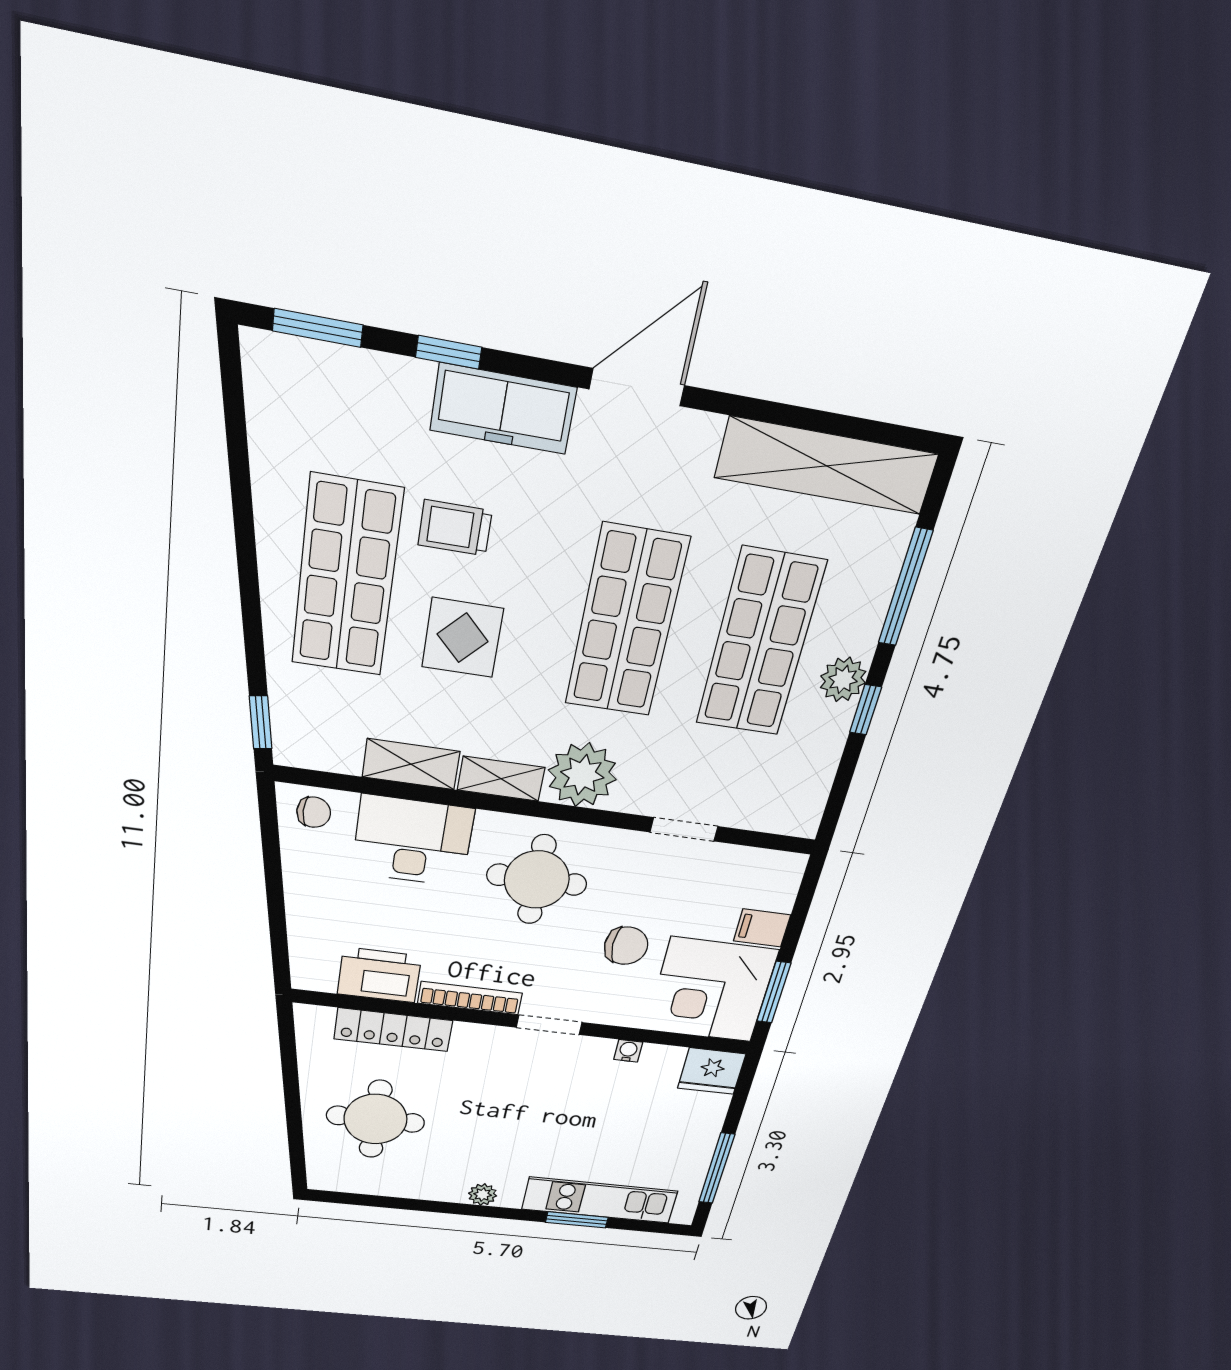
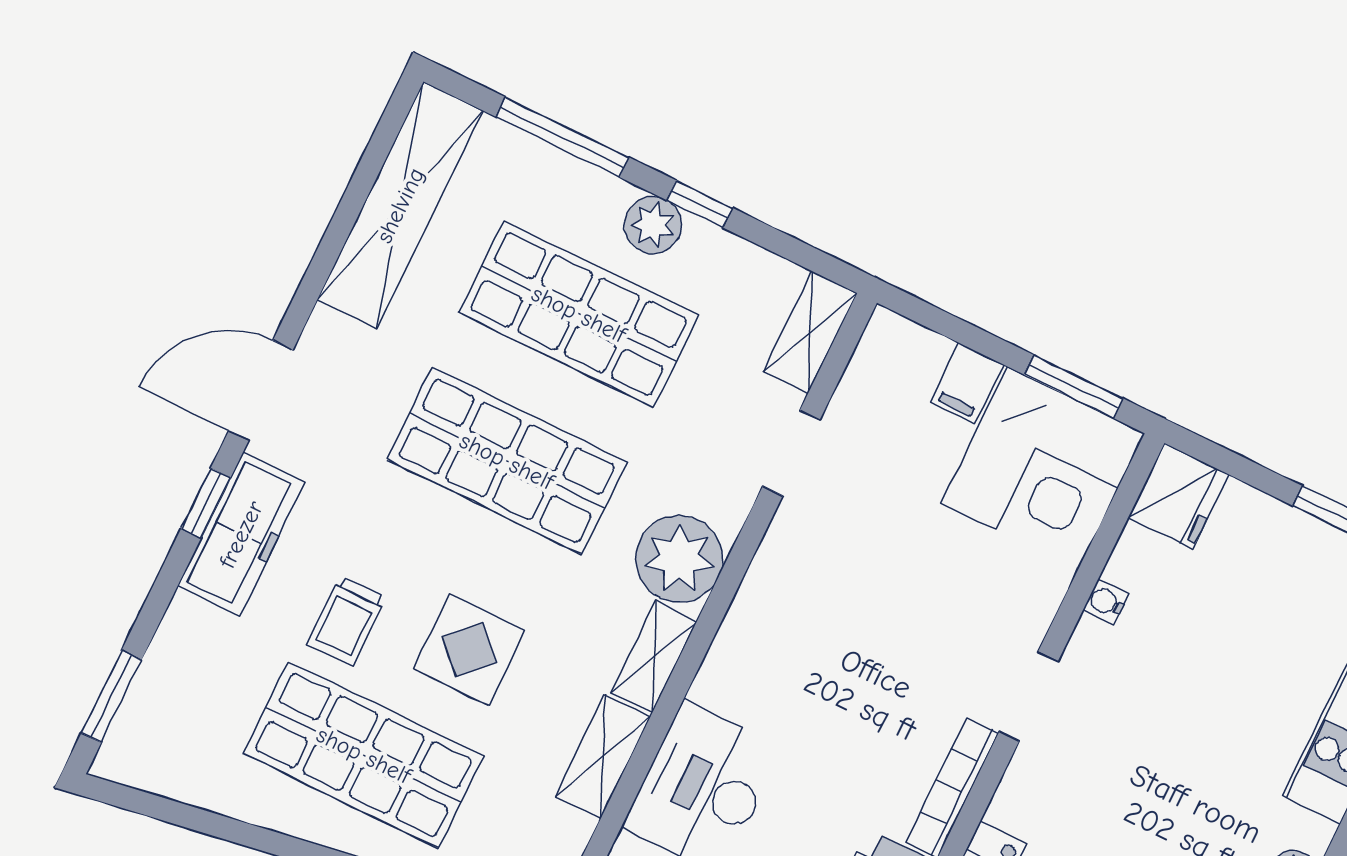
window: (449, 352) -> (206, 503), moved
door: (637, 387) -> (261, 390), hinge flipped
shelving: (779, 816) -> (810, 332), added
round table: (537, 880) -> (804, 652), removed
chair: (626, 946) -> (937, 564), removed

